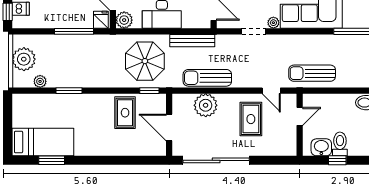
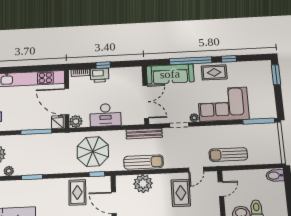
bench: (192, 41) -> (144, 134), moved
sun lounger: (207, 78) -> (144, 162), turned 180
door: (271, 91) -> (196, 170), hinge flipped

